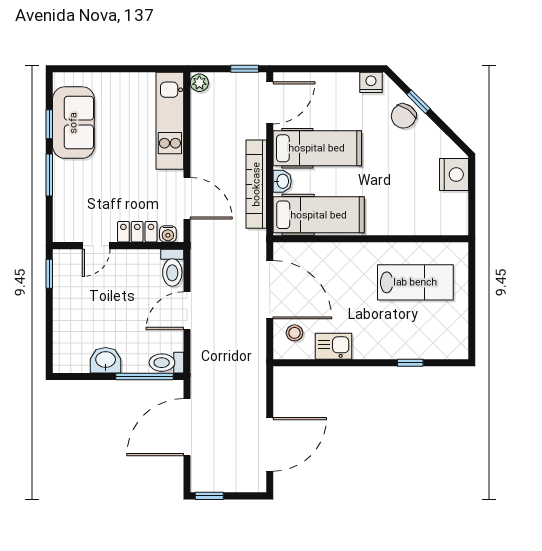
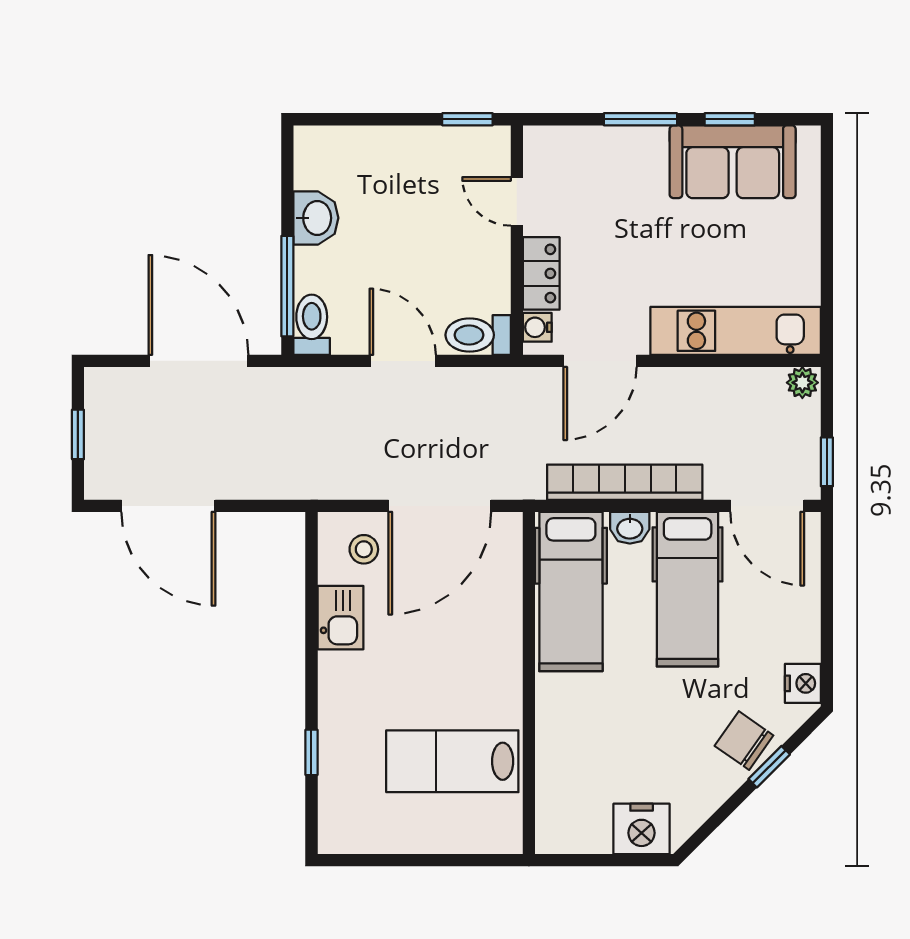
lab bench: (415, 282) -> (452, 761), turned 90
window: (209, 496) -> (78, 434), moved

